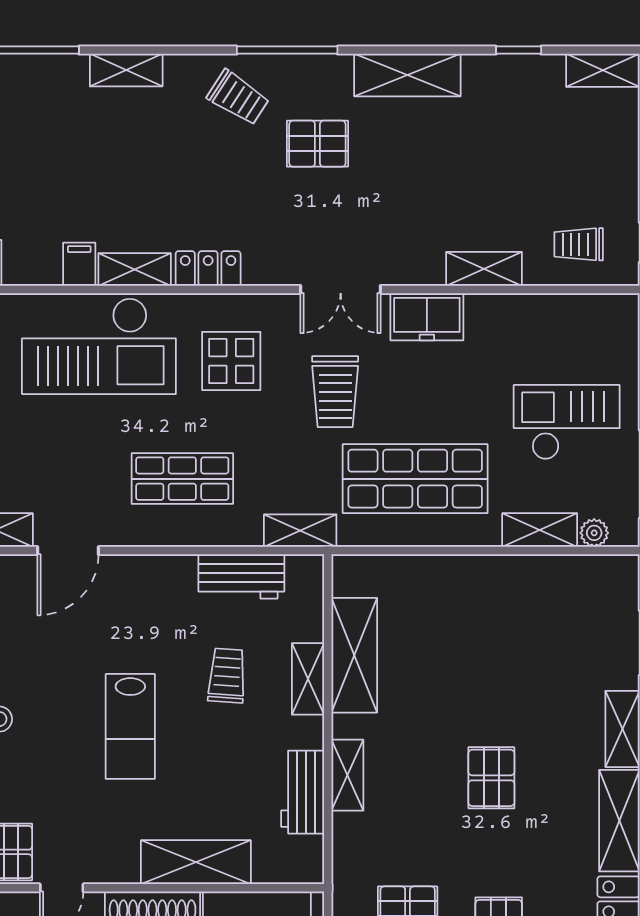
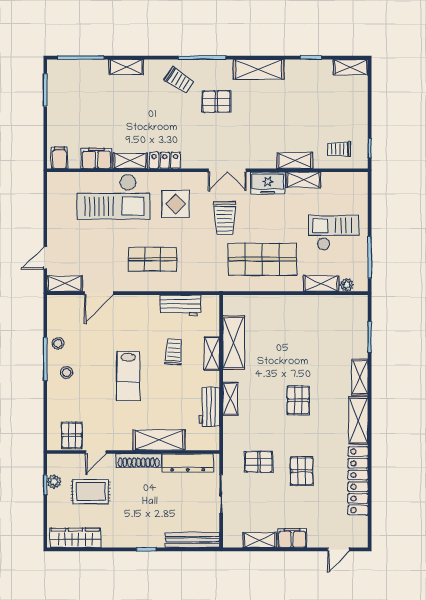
filing cabinet: (79, 264) -> (97, 158), width x2.00
shelving: (300, 531) -> (303, 180), moved

